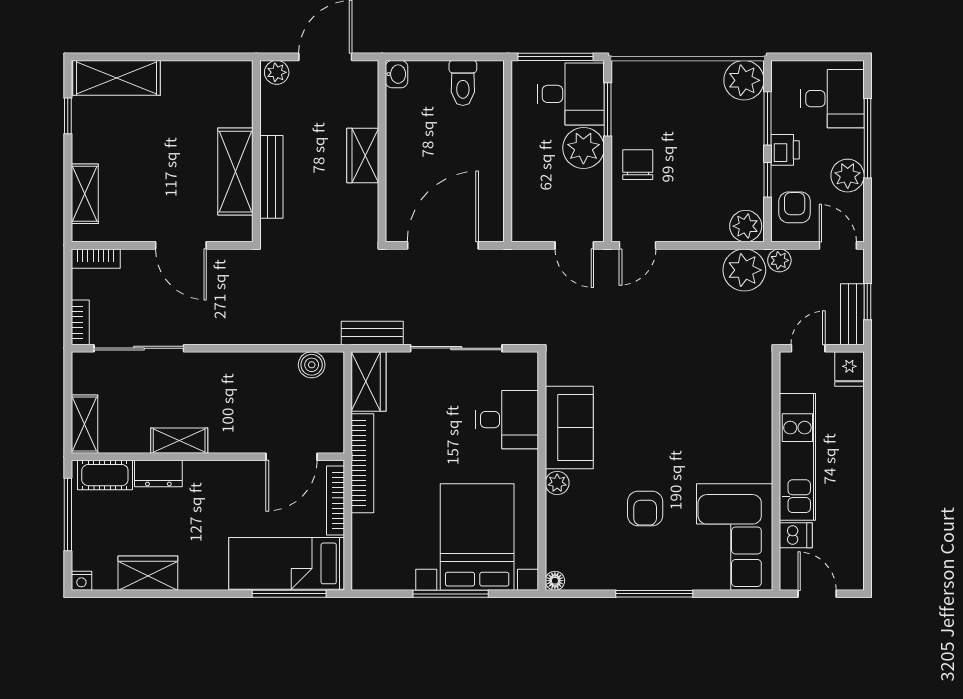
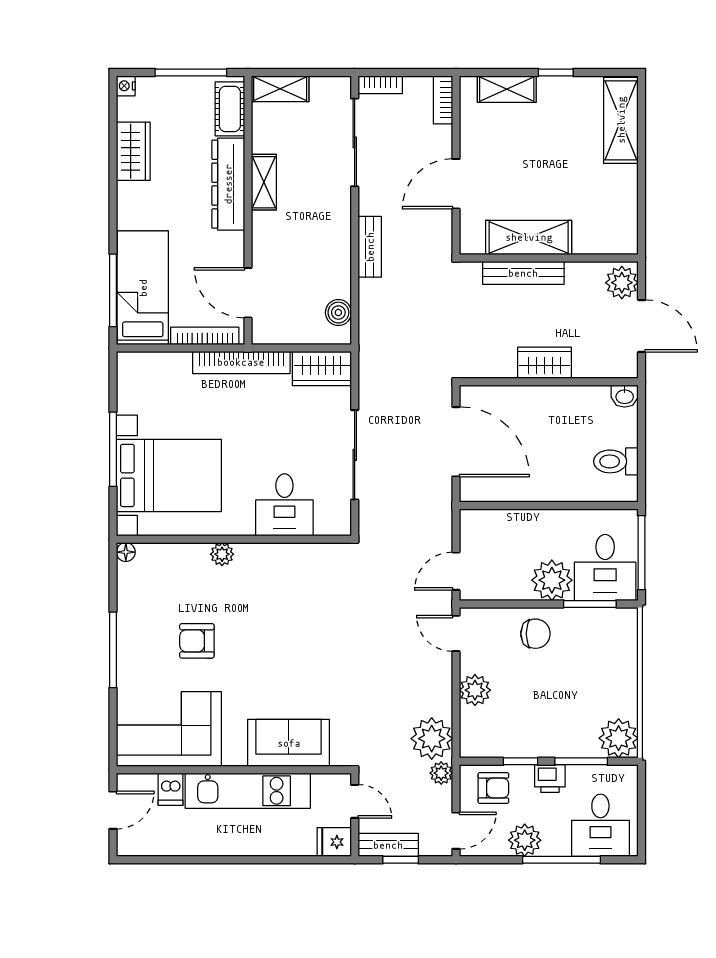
plant: (277, 72) -> (622, 283), width x1.38, depth x1.38
window: (68, 116) -> (556, 72), moved
plant: (746, 226) -> (475, 690), moved
bench: (372, 333) -> (370, 247), moved
sofa: (569, 427) -> (289, 743), moved, turned 180
dresser: (158, 473) -> (228, 184), width x1.96, depth x1.24

